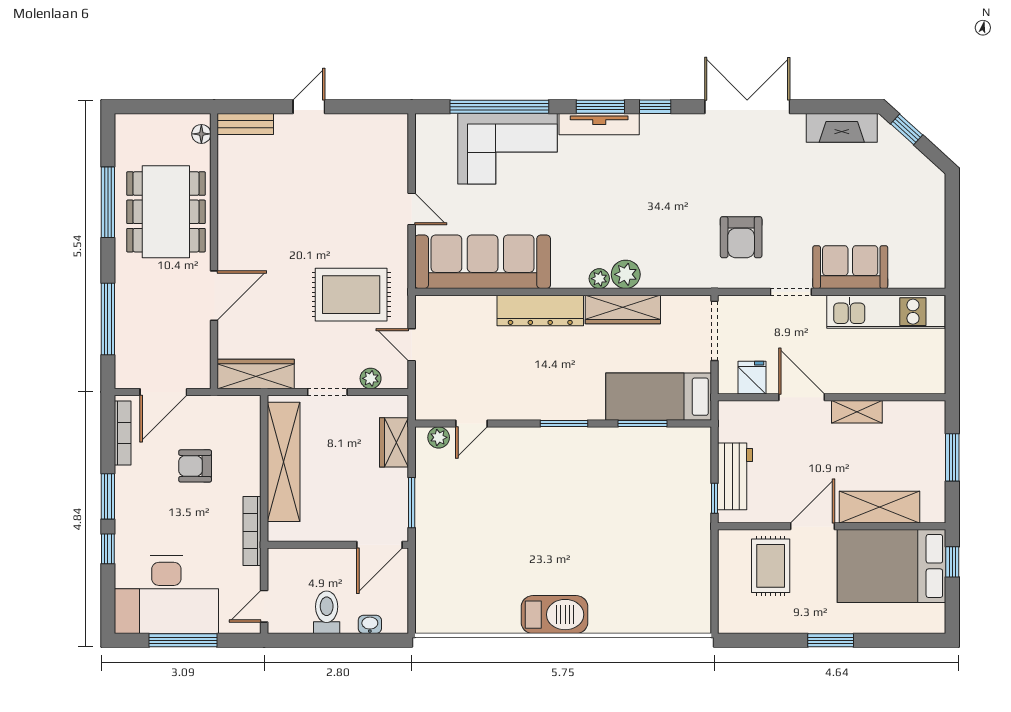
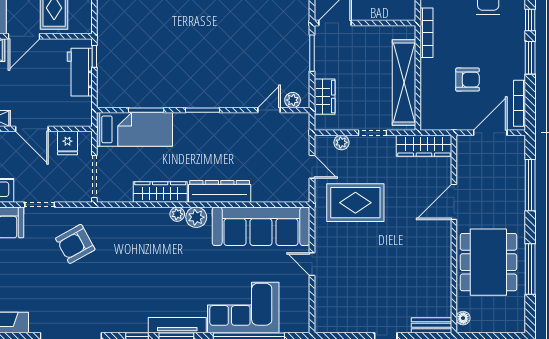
armchair: (741, 237) -> (75, 244), turned -119
plant: (626, 274) -> (196, 217), moved

